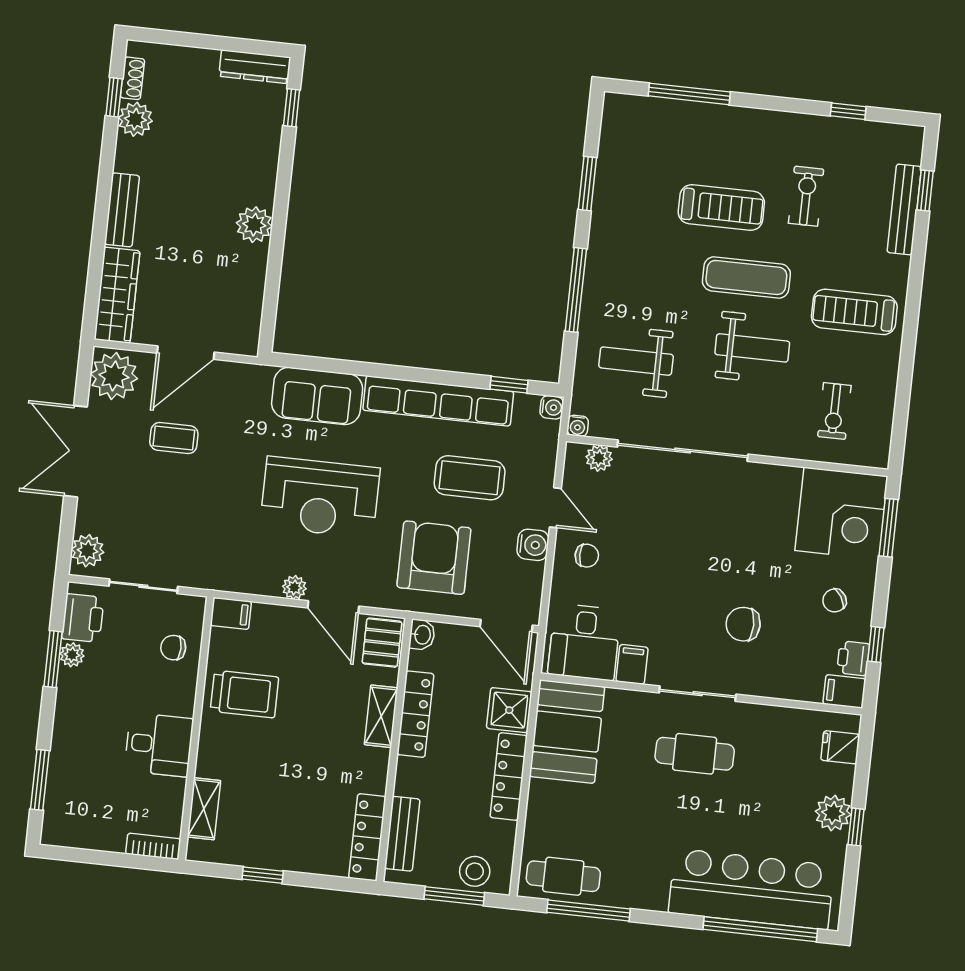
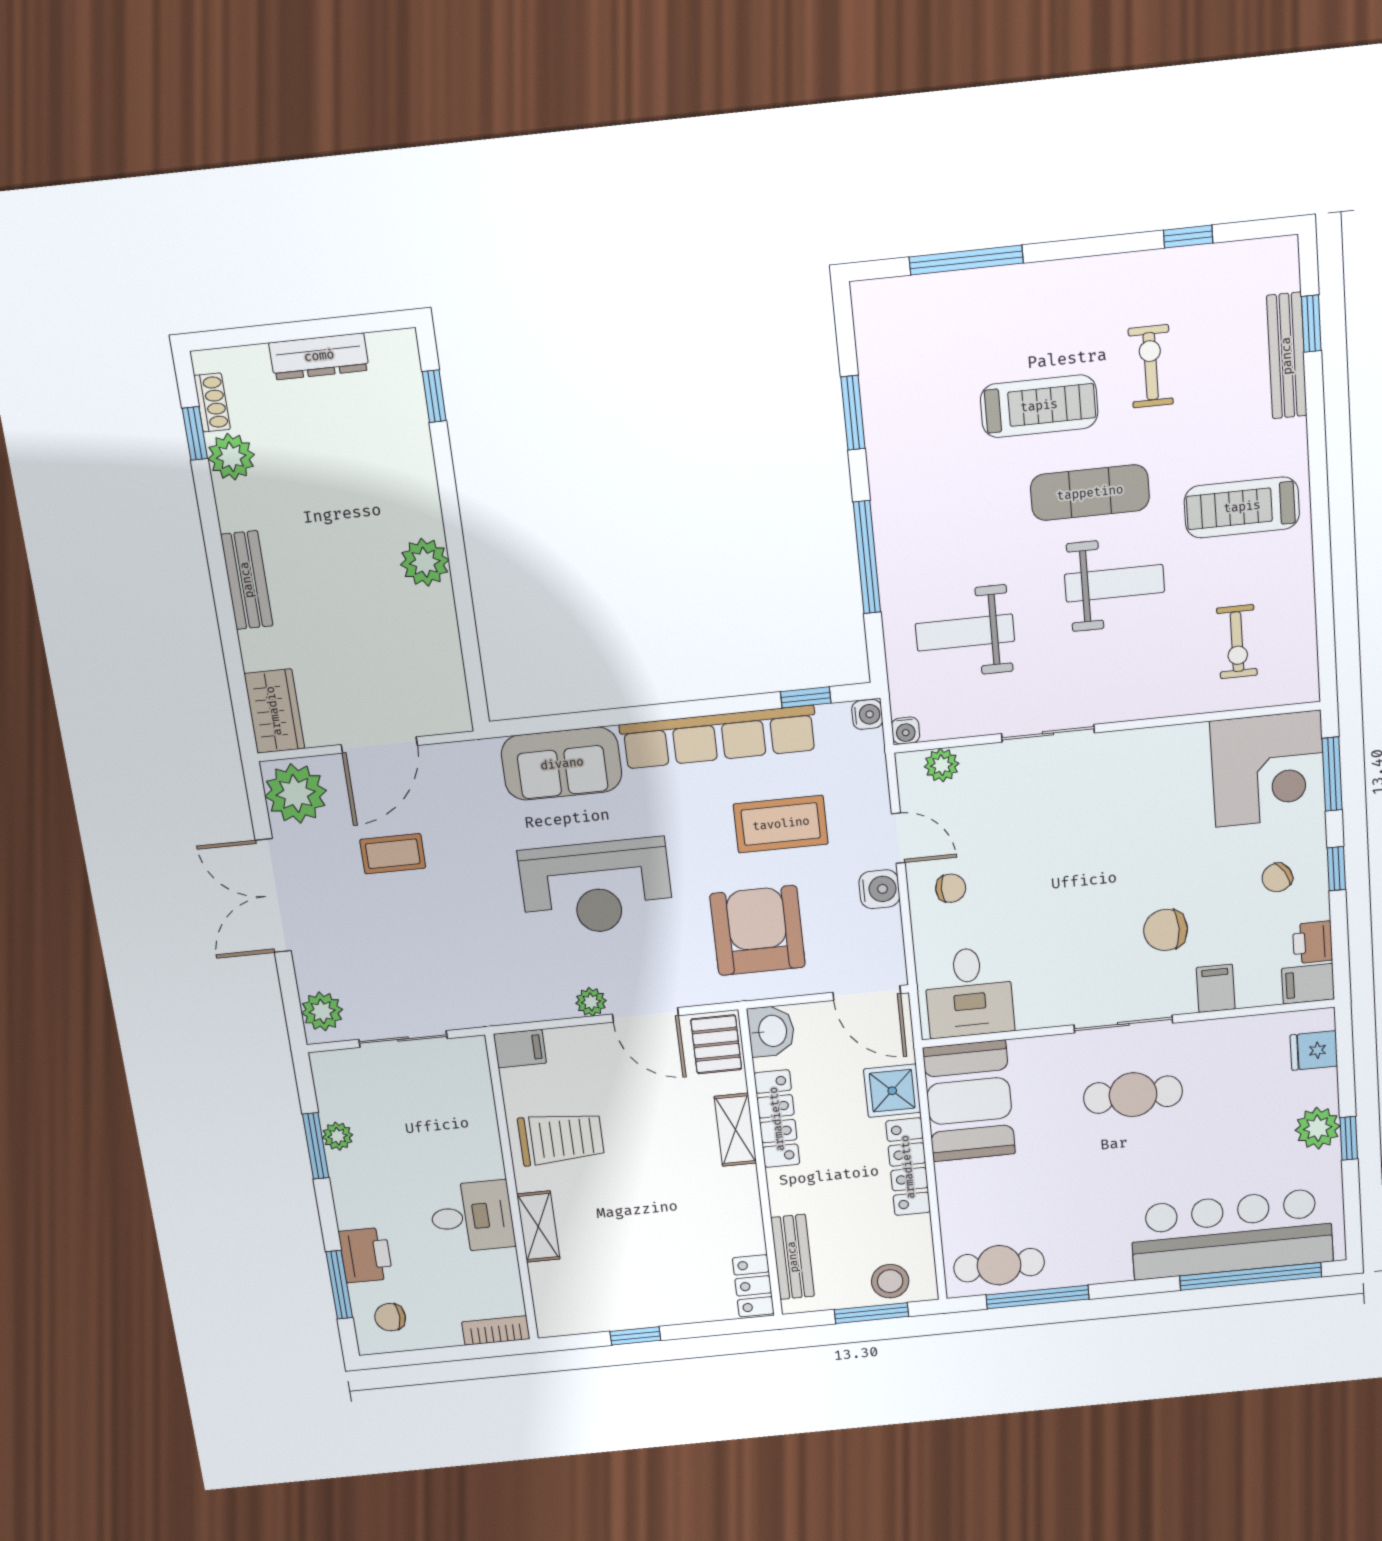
dresser: (255, 67) -> (319, 356), moved
wardrobe: (117, 295) -> (274, 711), width x0.67
sliding door: (683, 451) -> (1048, 733), width x0.54
printer: (83, 618) -> (366, 1255), moved
washbasin: (422, 635) -> (771, 1031), width x1.38, depth x1.45
window: (876, 644) -> (1336, 869), moved
chair: (173, 648) -> (390, 1317), moved
filing cabinet: (632, 664) -> (1216, 988), moved
shelving: (204, 809) -> (538, 1227), moved
locker: (367, 837) -> (753, 1286), width x0.66

